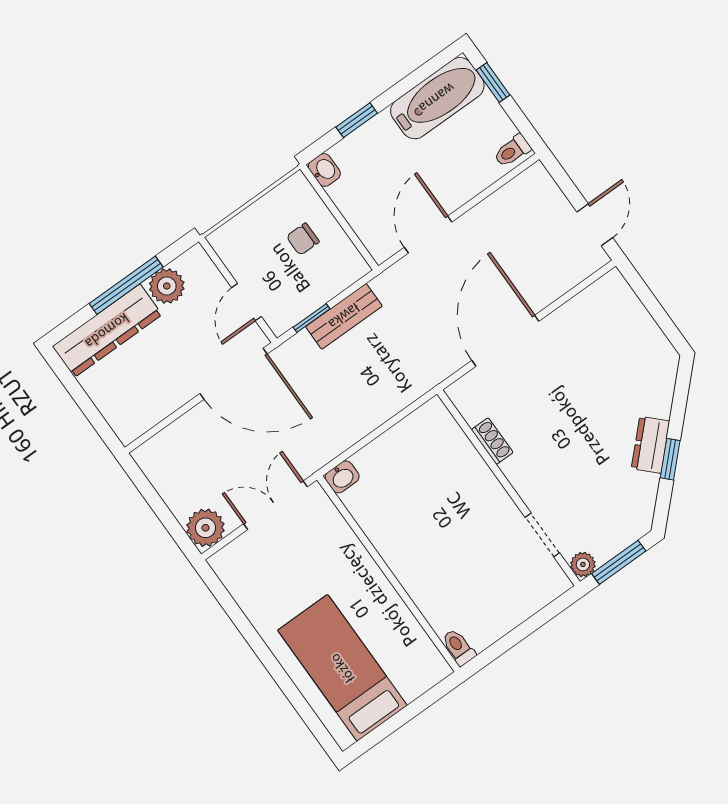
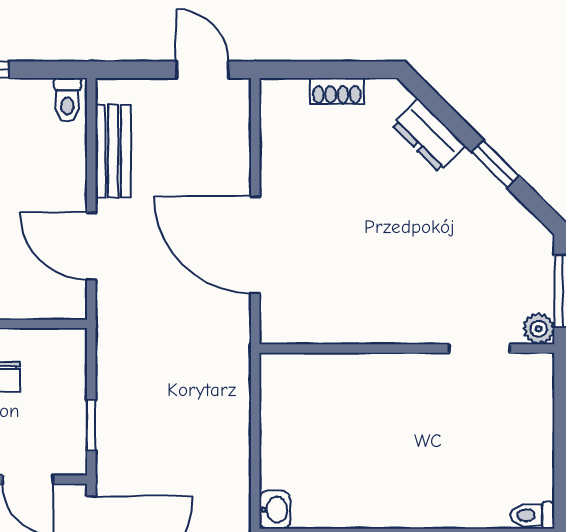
bench: (344, 316) -> (113, 151), moved
shoe rack: (492, 441) -> (337, 91), moved, turned 180
dresser: (650, 445) -> (429, 135), moved

